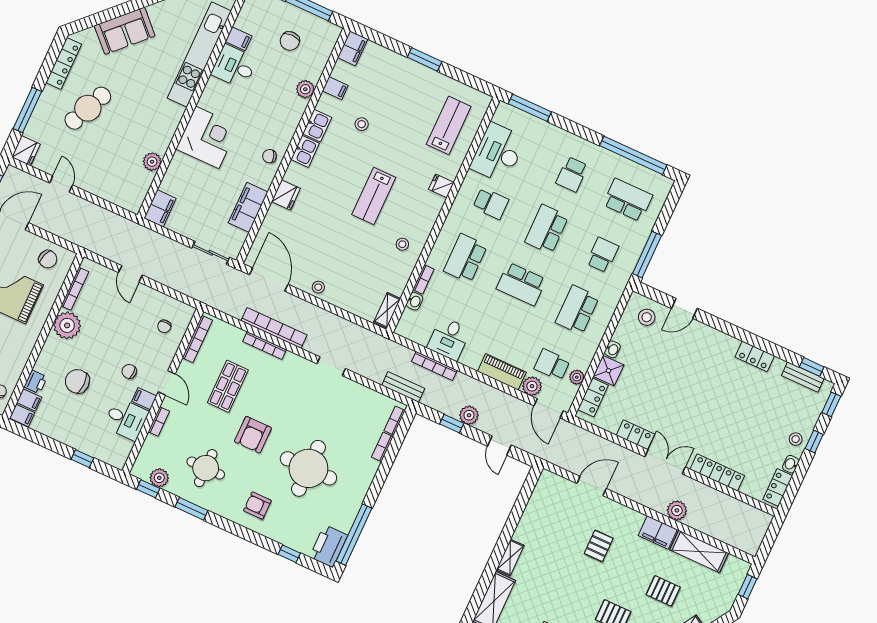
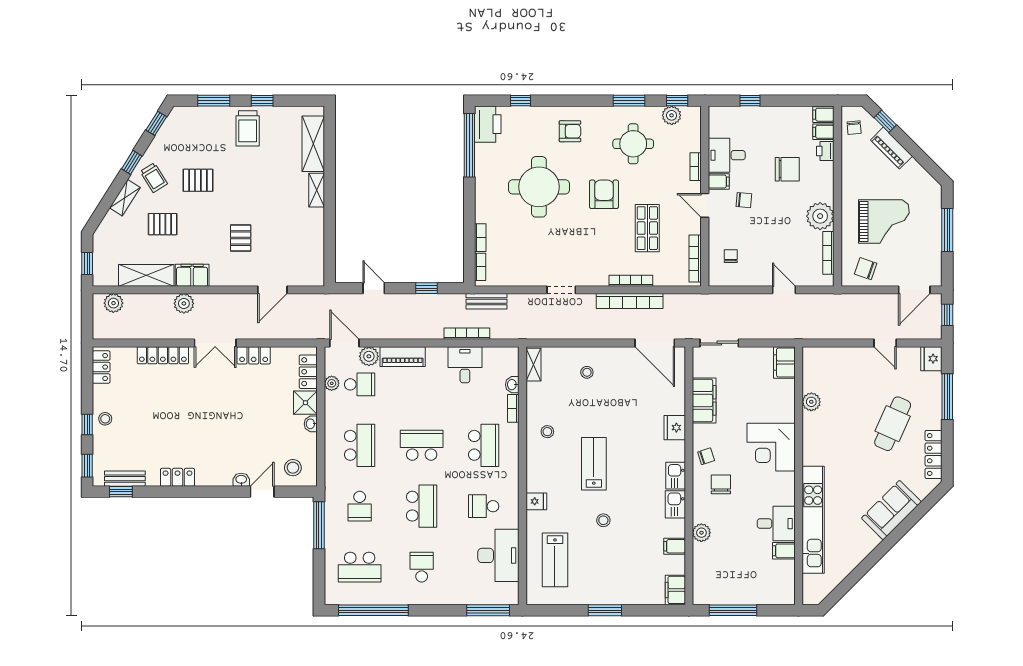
chair: (290, 41) -> (721, 484), moved
stool: (362, 124) -> (603, 520), moved
stool: (318, 287) -> (587, 372), moved
plant: (469, 415) -> (113, 303), moved
washbasin: (791, 464) -> (241, 480), moved, turned -90

